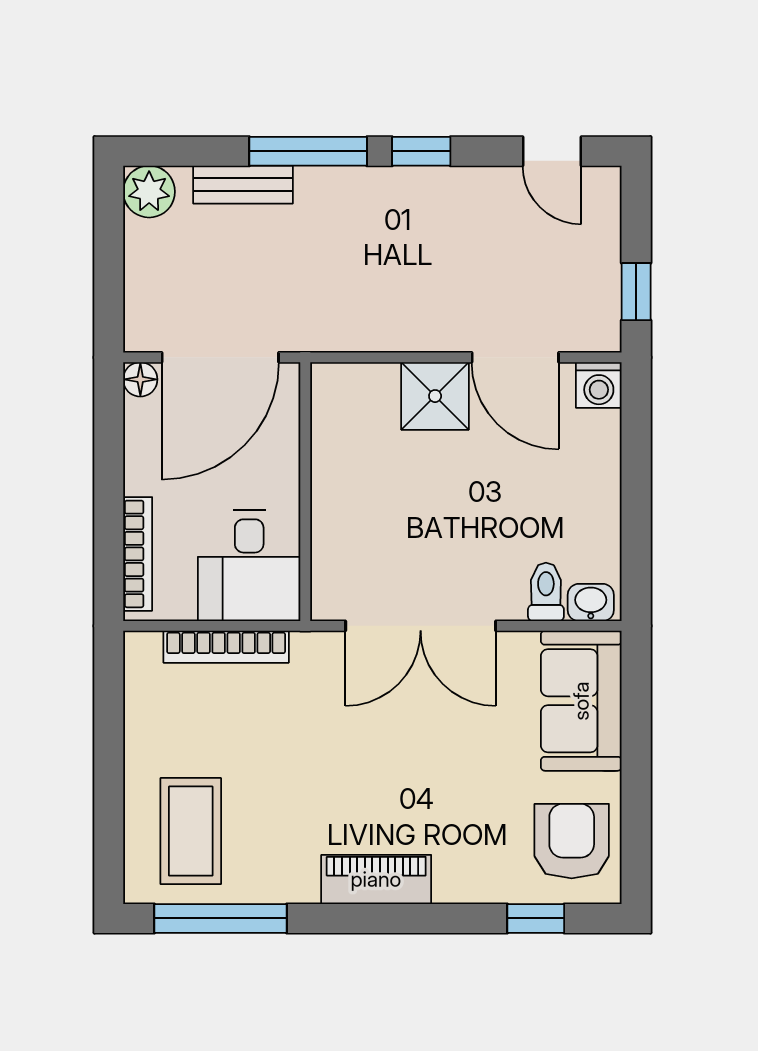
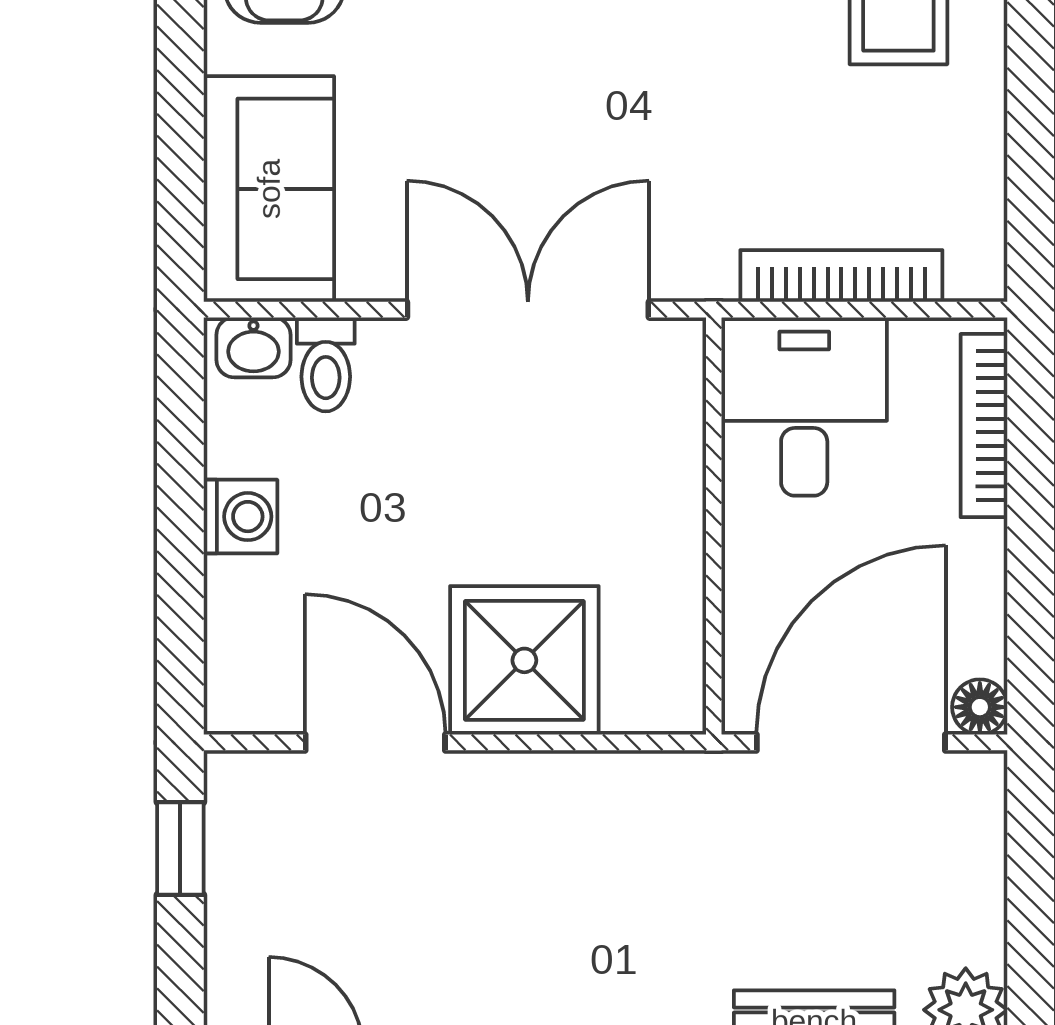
washing machine: (599, 385) -> (240, 517), moved, turned 90
shower: (435, 396) -> (524, 660), width x1.36, depth x1.36

